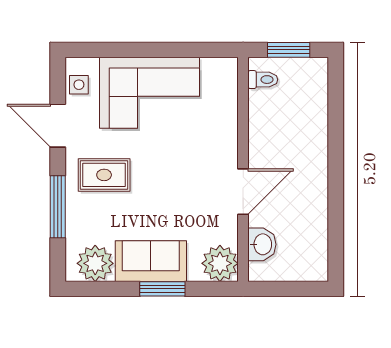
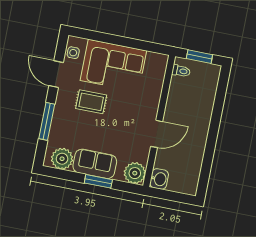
rug: (104, 175) -> (91, 102), moved
washbasin: (262, 244) -> (159, 179), moved

